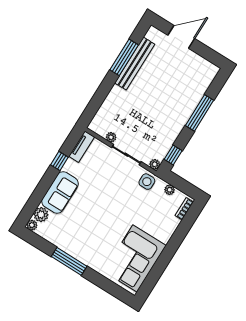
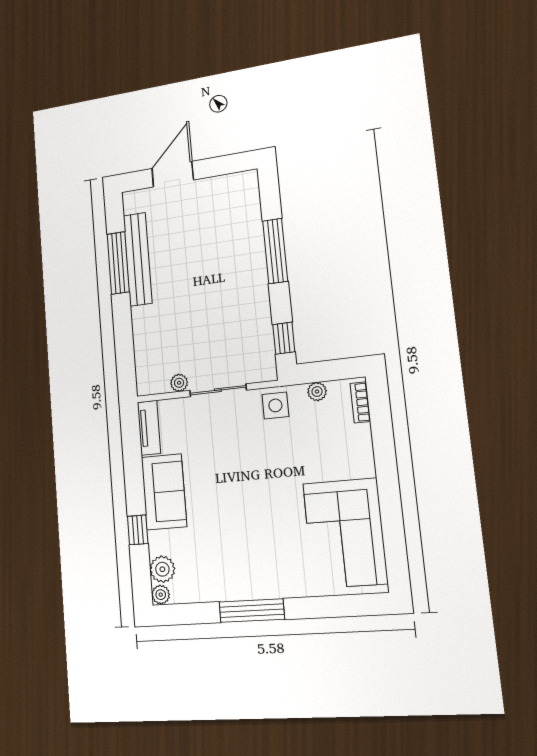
window: (59, 161) -> (138, 530), moved
plant: (155, 164) -> (268, 372), removed
sofa: (60, 192) -> (164, 492), moved

